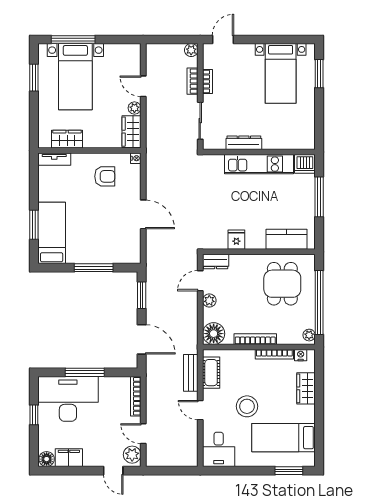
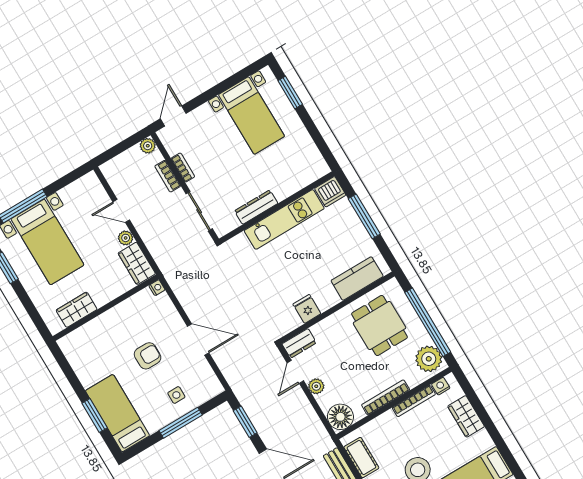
tv unit: (54, 159) -> (76, 337), removed
armchair: (105, 176) -> (148, 356), moved
side table: (103, 245) -> (176, 395), added
plant: (309, 335) -> (429, 359), width x1.87, depth x1.87

